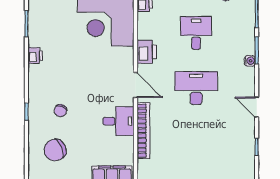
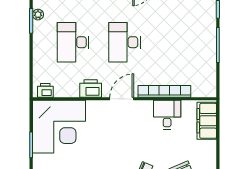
desk: (196, 33) -> (73, 42), width x1.37
desk: (118, 121) -> (167, 115), moved

